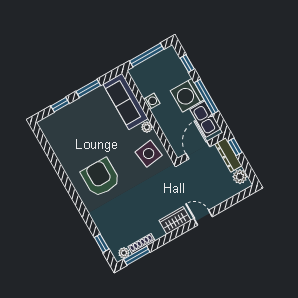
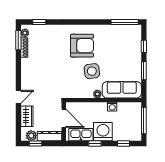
window: (206, 97) -> (95, 143), width x0.46
window: (44, 144) -> (125, 22), added
window: (235, 147) -> (35, 143), moved
side table: (149, 154) -> (92, 71), moved
wardrobe: (175, 220) -> (27, 116), moved

